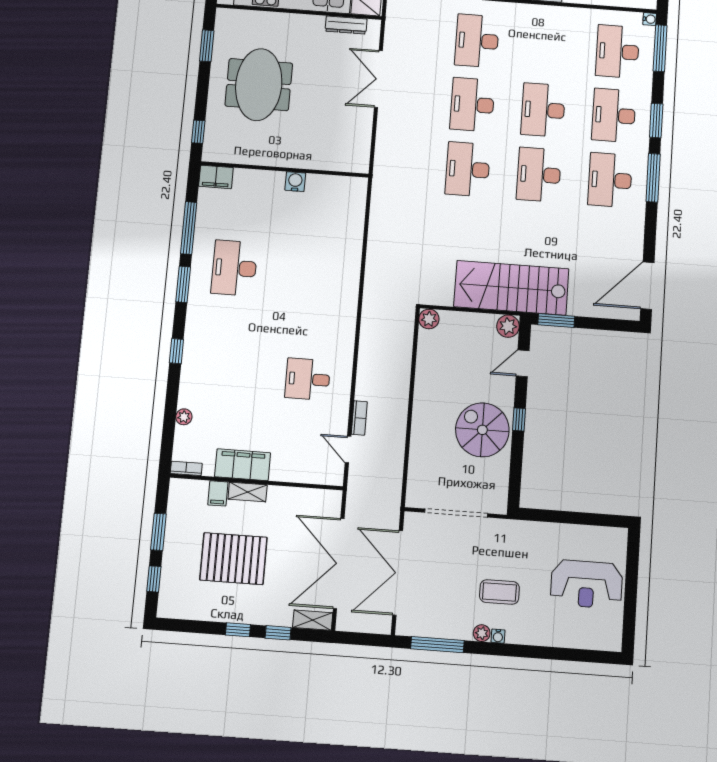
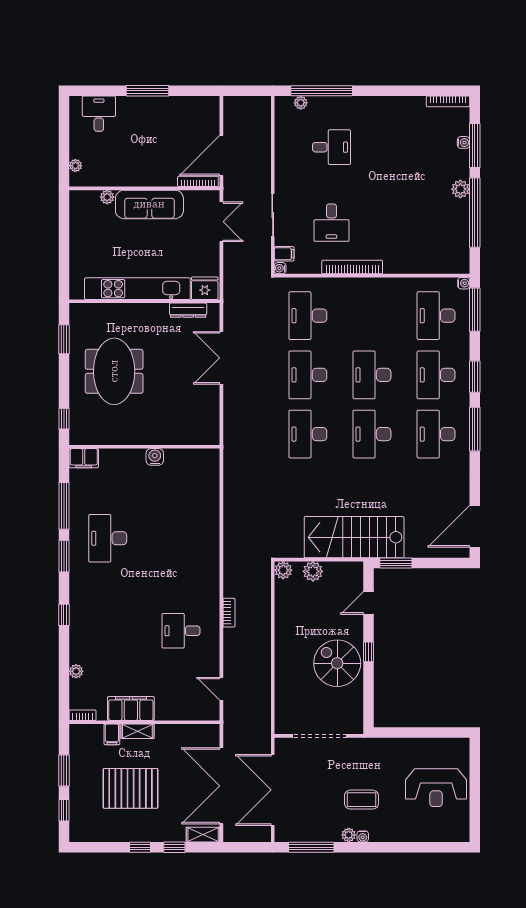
plant: (508, 326) -> (313, 571), moved
bookcase: (359, 418) -> (229, 613), moved

